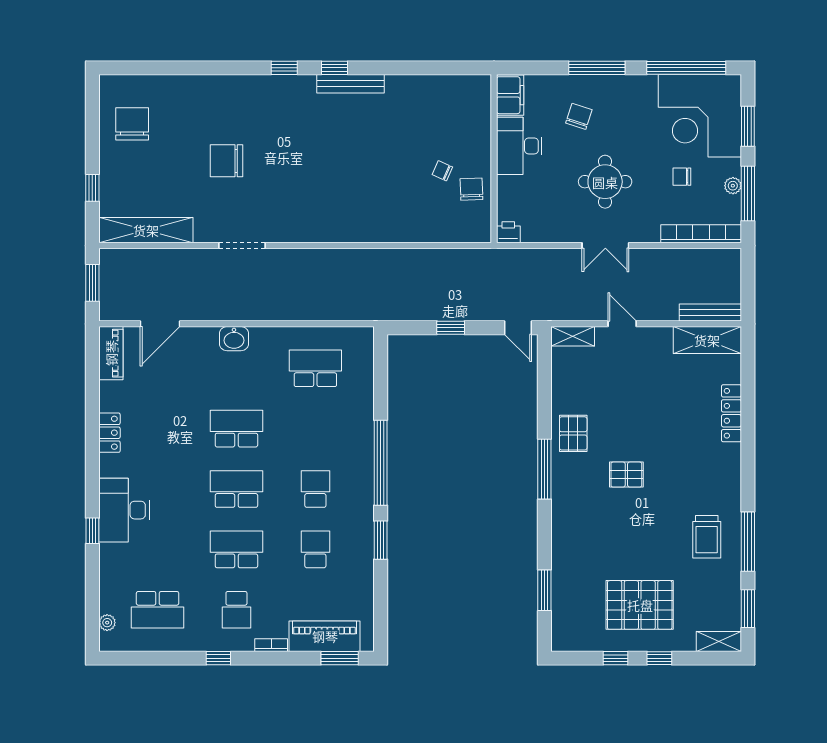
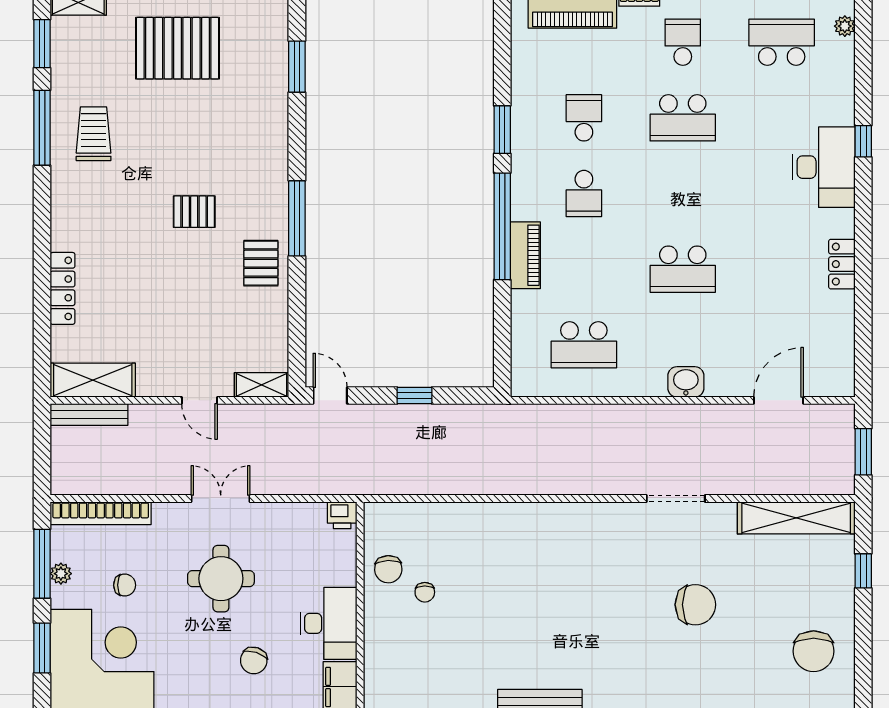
chair: (442, 171) -> (425, 592), turned 66
piano: (111, 353) -> (525, 255), moved, turned 180
school desk: (236, 489) -> (683, 193), removed
school desk: (315, 549) -> (584, 118), turned 180

